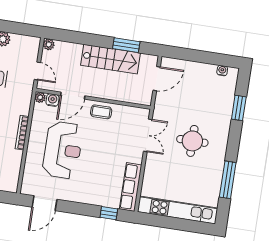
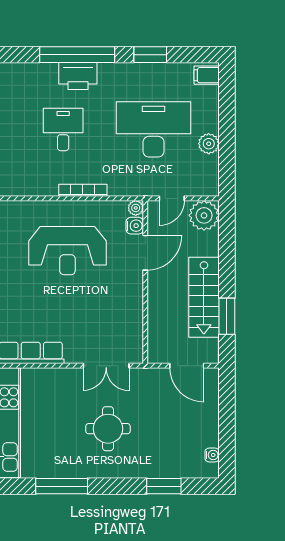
plant: (49, 44) -> (204, 215), width x1.88, depth x1.88
door: (73, 96) -> (145, 253), swing flipped
coffee table: (101, 112) -> (129, 296), removed

